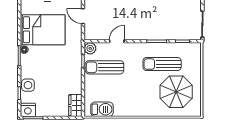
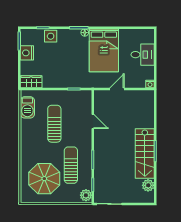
plant: (90, 48) -> (86, 195), moved
sun lounger: (104, 67) -> (54, 124), moved
nightstand: (28, 110) -> (27, 53), moved

